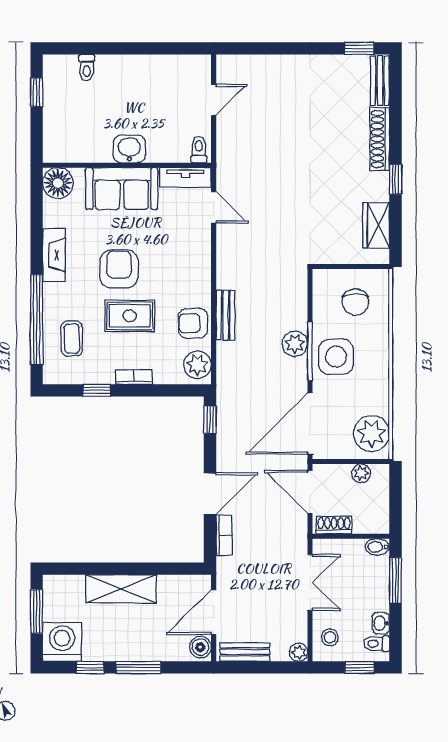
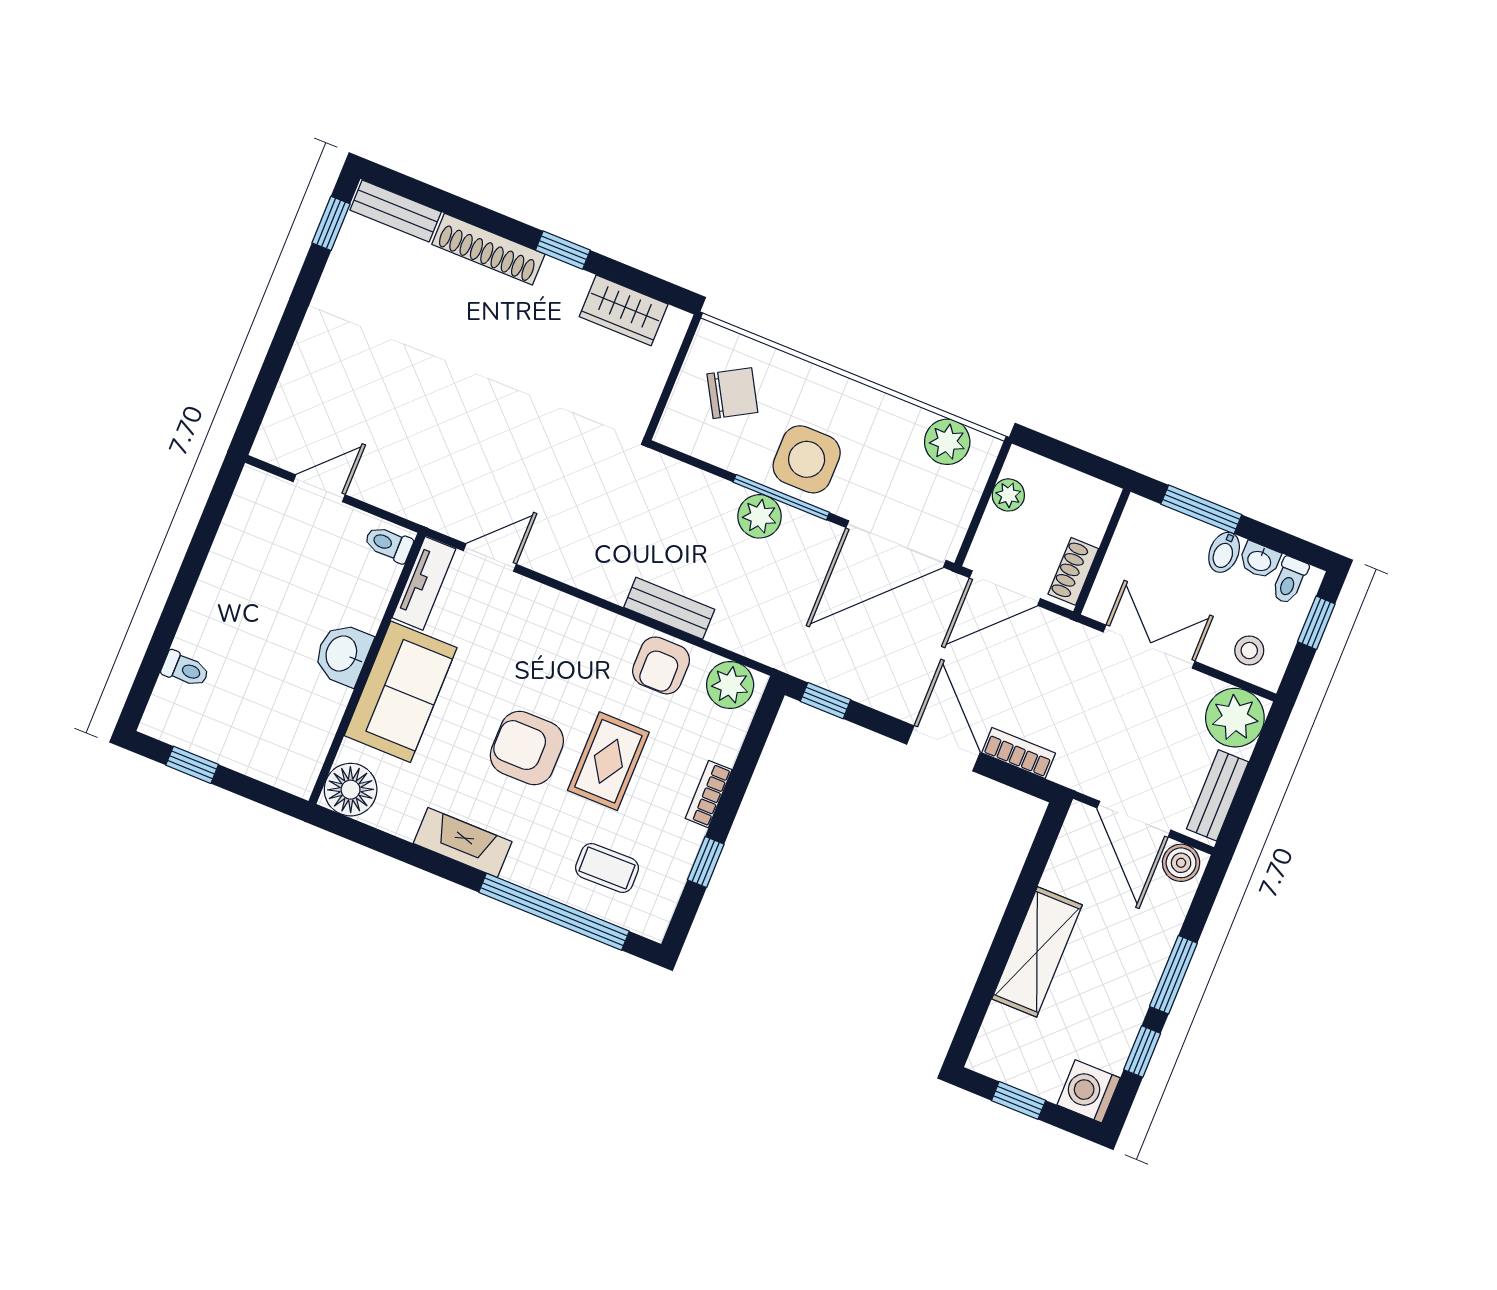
door: (214, 100) -> (319, 488), hinge flipped
chair: (355, 302) -> (732, 393), turned -30
door: (310, 423) -> (896, 544), hinge flipped
plant: (371, 433) -> (947, 442), width x0.73, depth x0.73
bidet: (377, 547) -> (1224, 552), moved
window: (37, 611) -> (1019, 1100), width x0.67
washing machine: (62, 642) -> (1089, 1091), width x0.73, depth x0.73
plant: (298, 652) -> (1235, 718), width x1.87, depth x1.87

